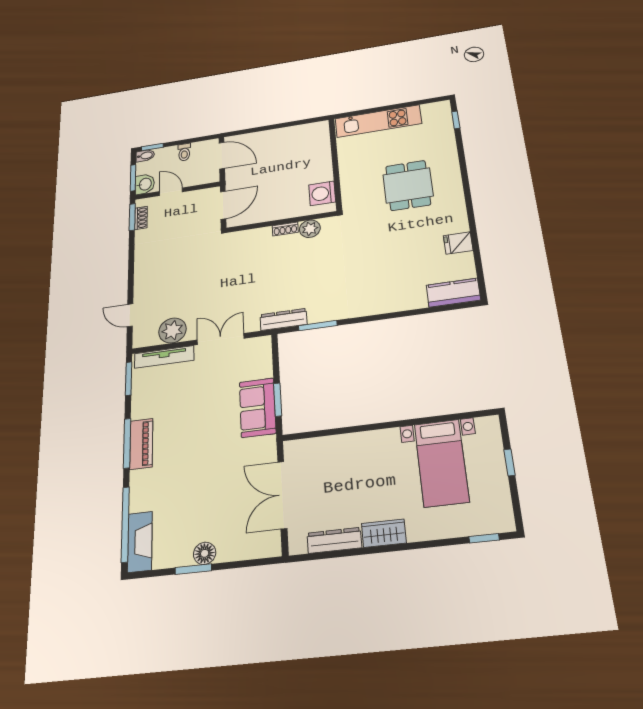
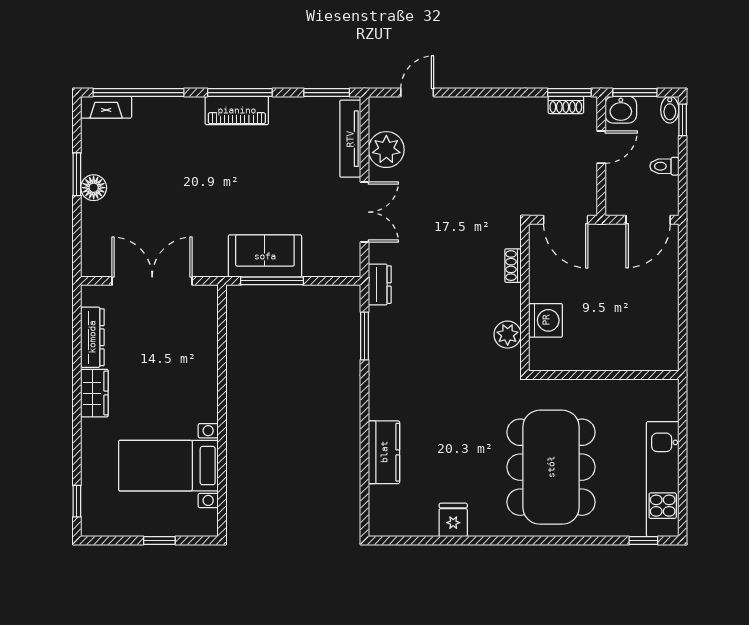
kitchen unit: (378, 121) -> (663, 479), moved
dining table: (408, 185) -> (551, 467), width x1.88, depth x1.24
washing machine: (322, 193) -> (546, 320), moved, turned 90
shoe rack: (285, 229) -> (513, 266), moved
kitchen counter: (453, 293) -> (384, 452), moved
dresser: (284, 319) -> (380, 285), width x0.70
window: (278, 400) -> (272, 281), width x1.44
fireplace: (140, 542) -> (106, 107), width x0.73, depth x0.76

